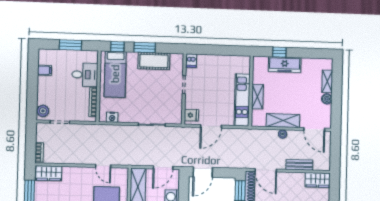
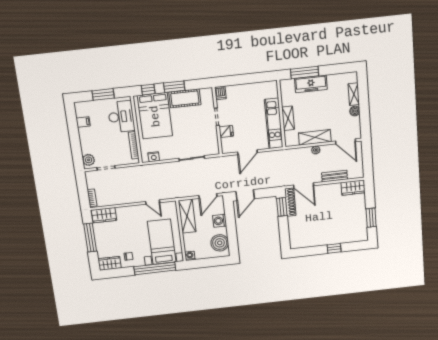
window: (279, 52) -> (305, 72), width x2.17
bed: (115, 74) -> (155, 116), width x1.50
desk: (85, 75) -> (121, 117), width x1.37
fridge: (191, 115) -> (226, 132), moved

